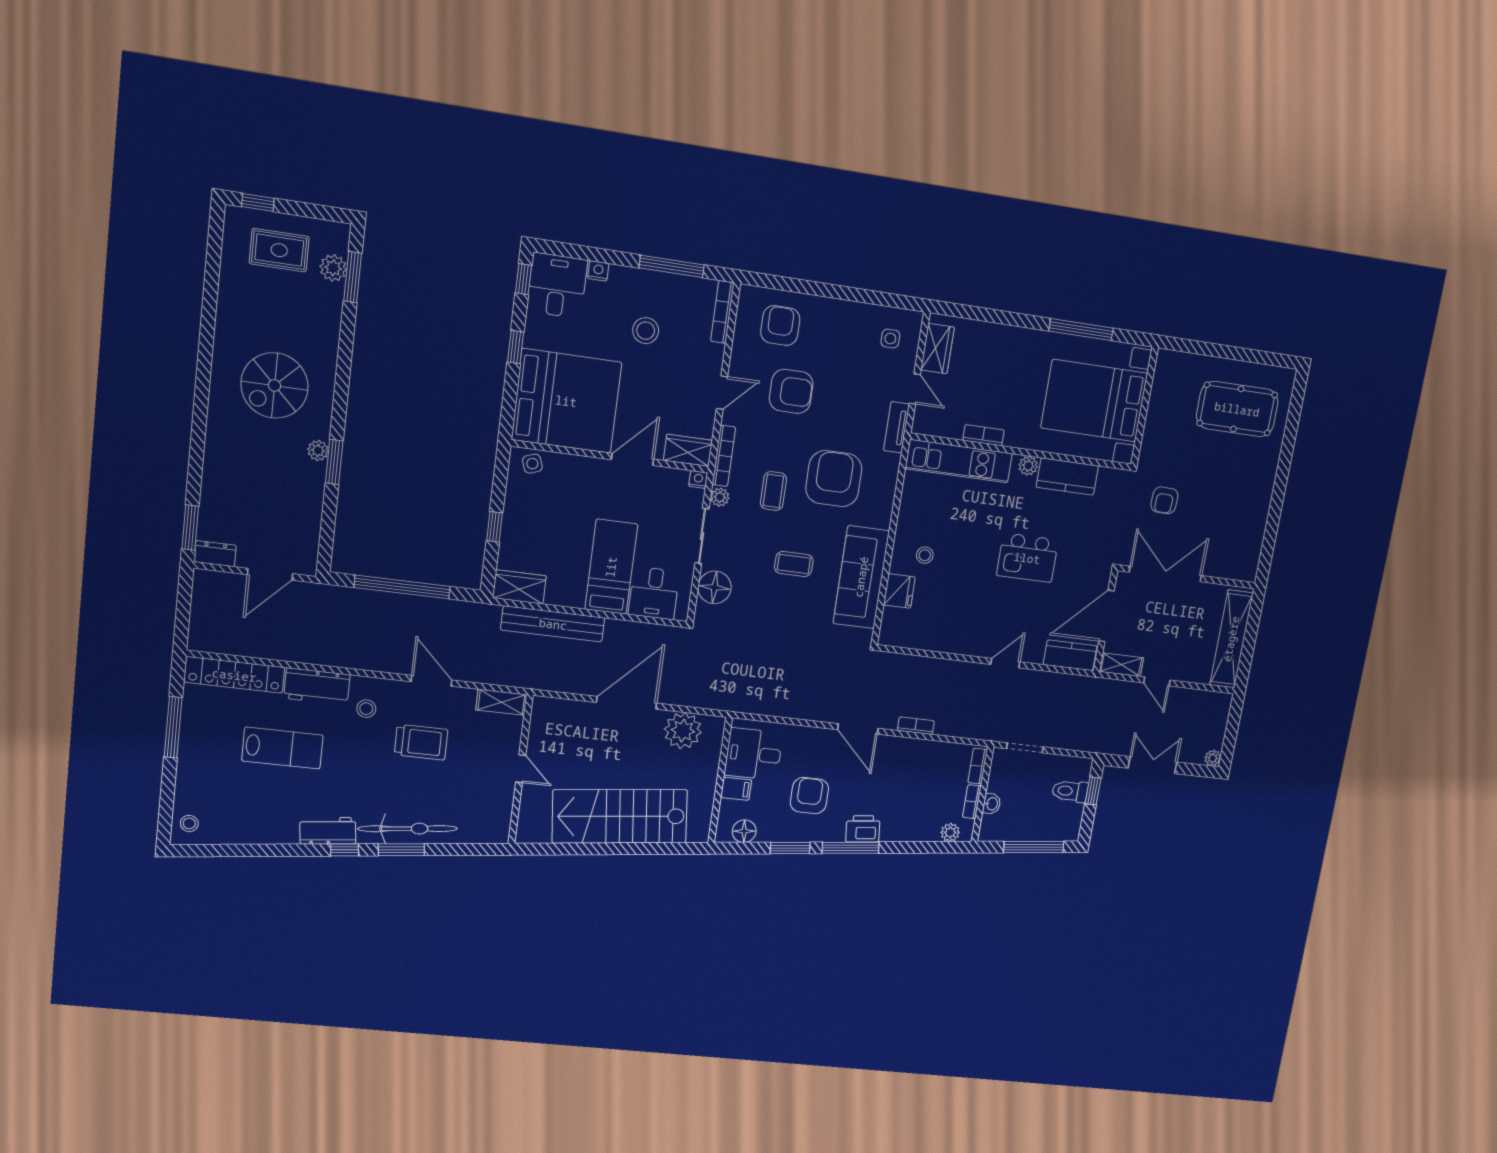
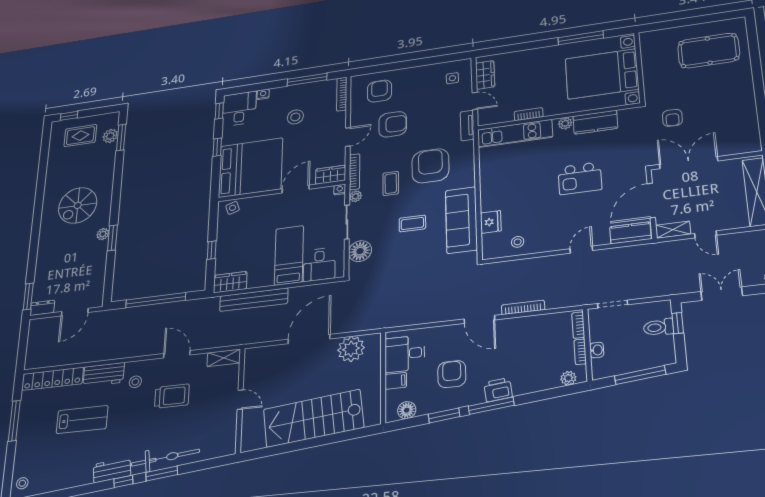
stool: (925, 555) -> (518, 242), moved
bookcase: (916, 726) -> (523, 307), width x1.56

